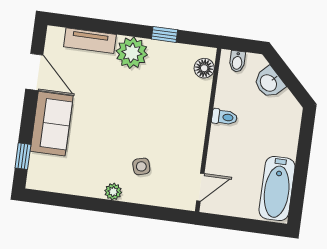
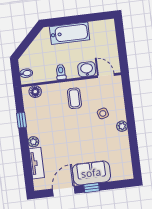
plant: (132, 53) -> (33, 142), width x0.53, depth x0.53
washbasin: (269, 83) -> (87, 69), moved, turned -135
coffee table: (177, 128) -> (74, 98), added
window: (23, 156) -> (92, 188), moved
bathtub: (277, 189) -> (70, 33), moved

